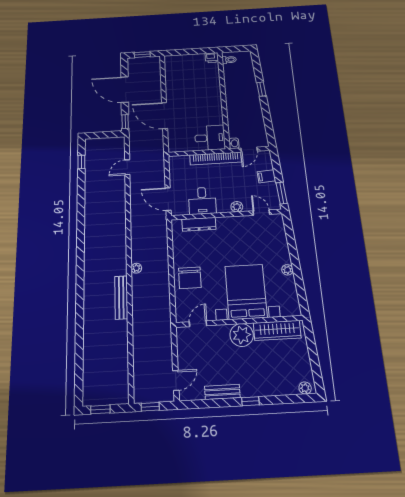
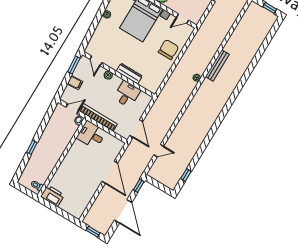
printer: (212, 58) -> (53, 196), width x1.87, depth x1.48
door: (168, 199) -> (136, 128), moved
dresser: (199, 224) -> (129, 74), moved

